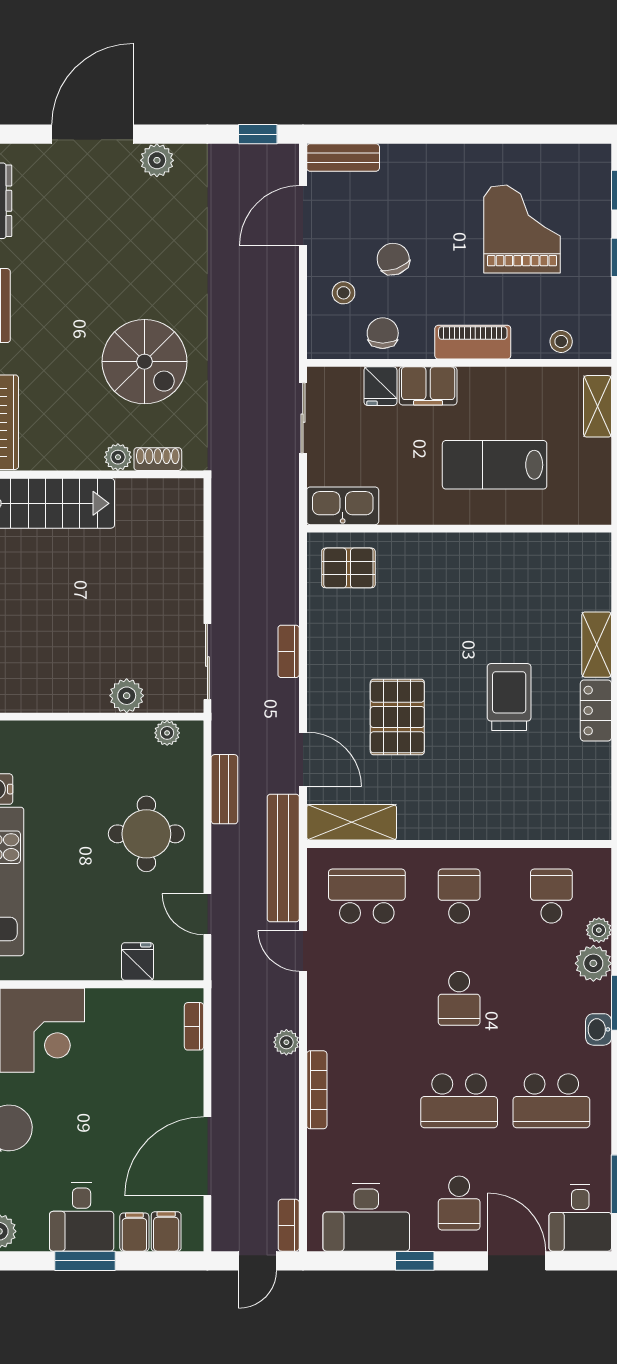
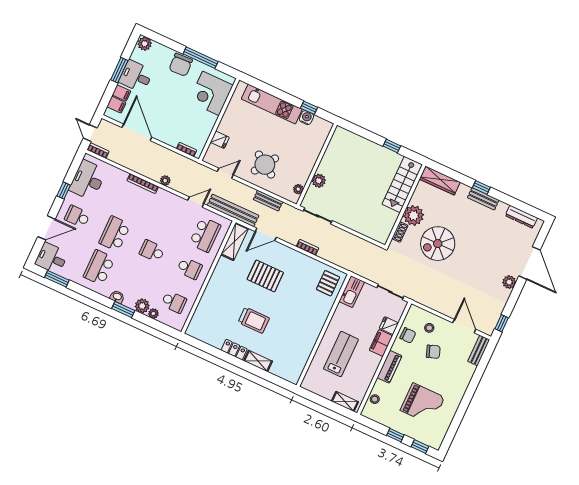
plant: (118, 457) -> (414, 215), width x1.88, depth x1.88
round table: (146, 834) -> (265, 165), turned 34

